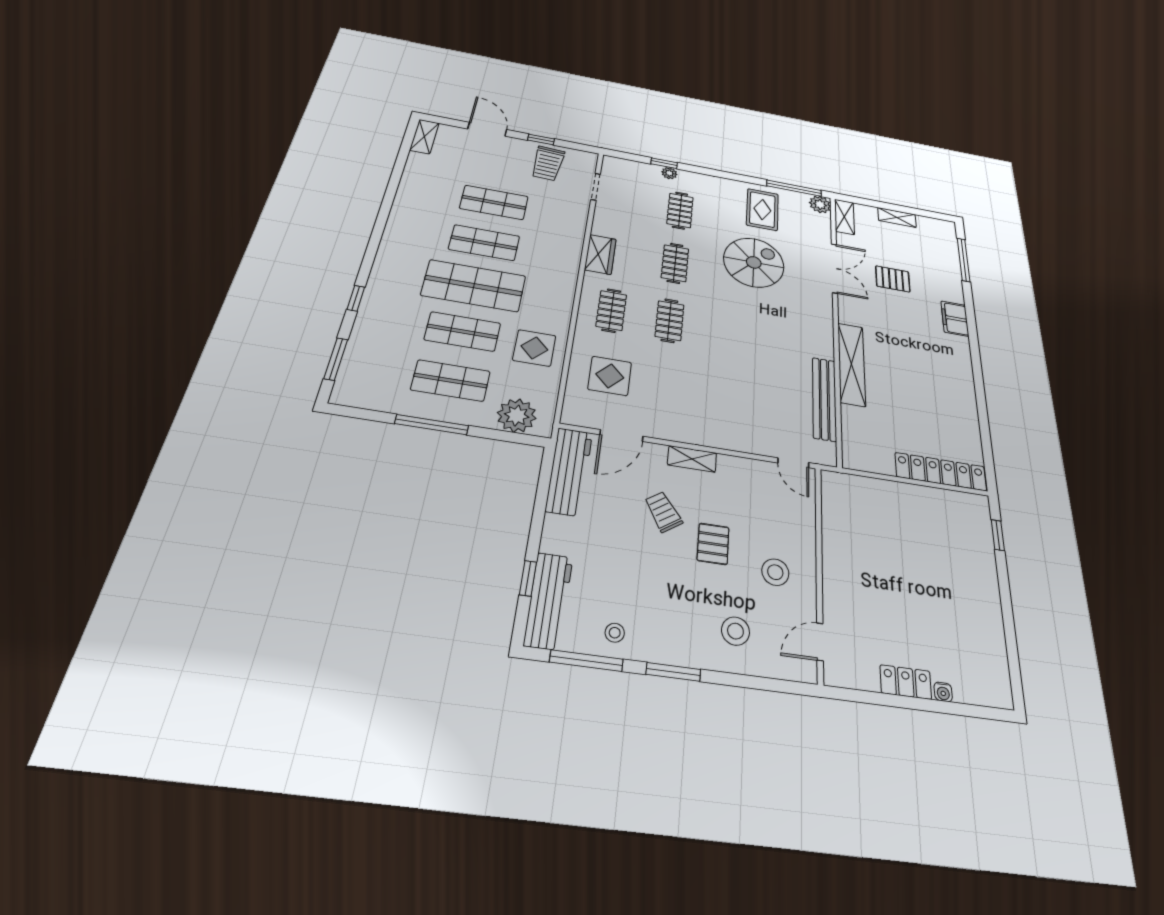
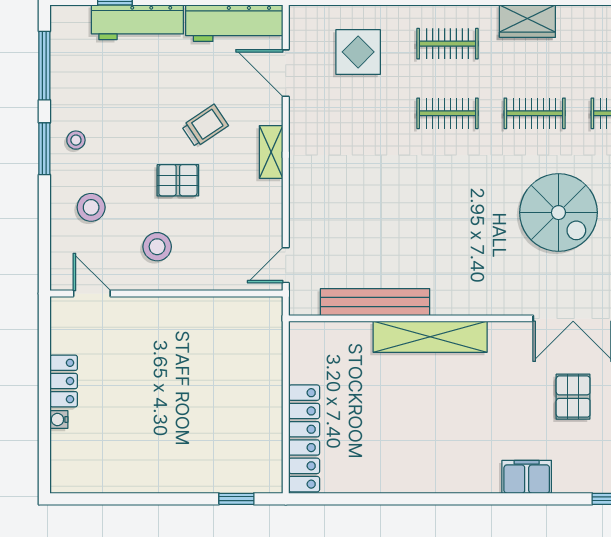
workbench: (549, 601) -> (137, 22), moved
stool: (615, 633) -> (76, 140), moved

